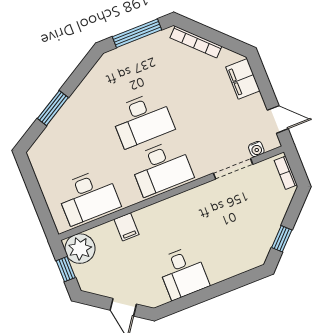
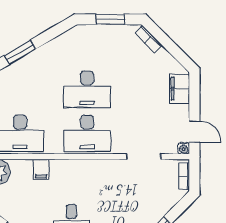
window: (137, 33) -> (110, 19), width x0.69
bookcase: (196, 42) -> (148, 39), width x0.64
water cooler: (256, 149) -> (184, 148), moved

